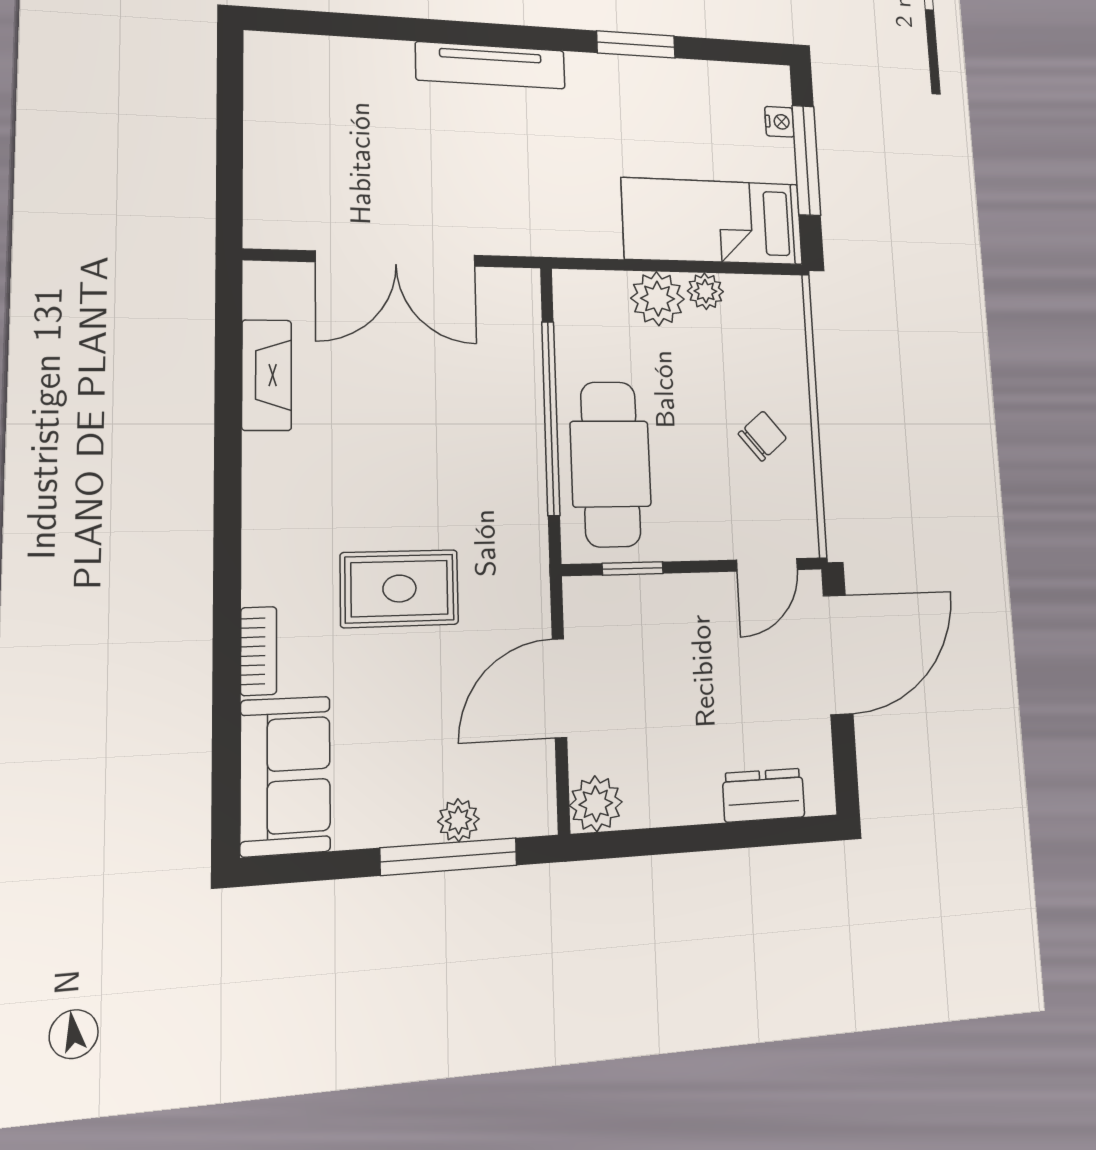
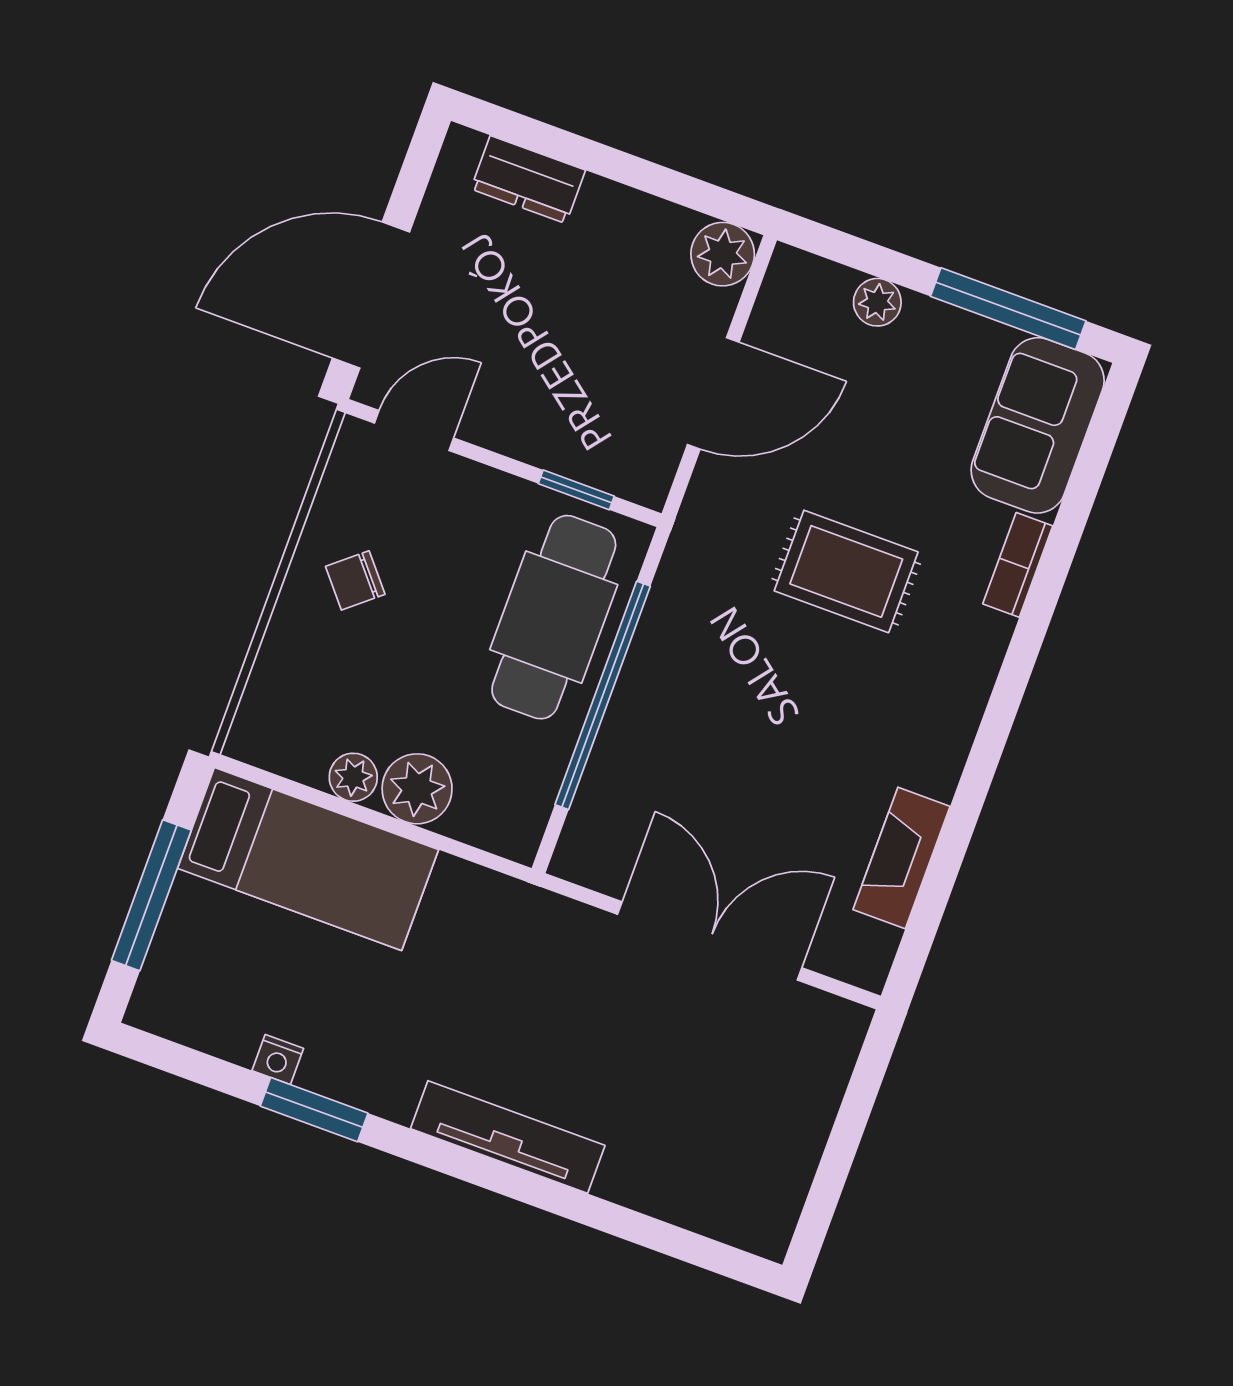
nightstand: (779, 122) -> (278, 1060), moved, turned -90
window: (449, 857) -> (1008, 309), moved

